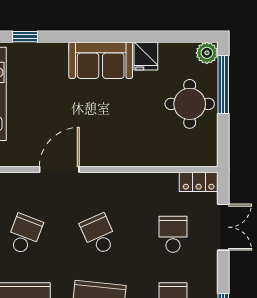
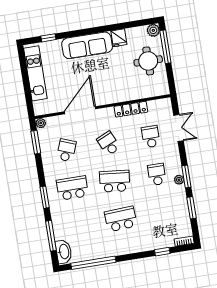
sofa: (101, 60) -> (87, 45), width x1.36
door: (59, 170) -> (80, 110), width x1.36
locker: (199, 182) -> (131, 109), moved, width x1.53

